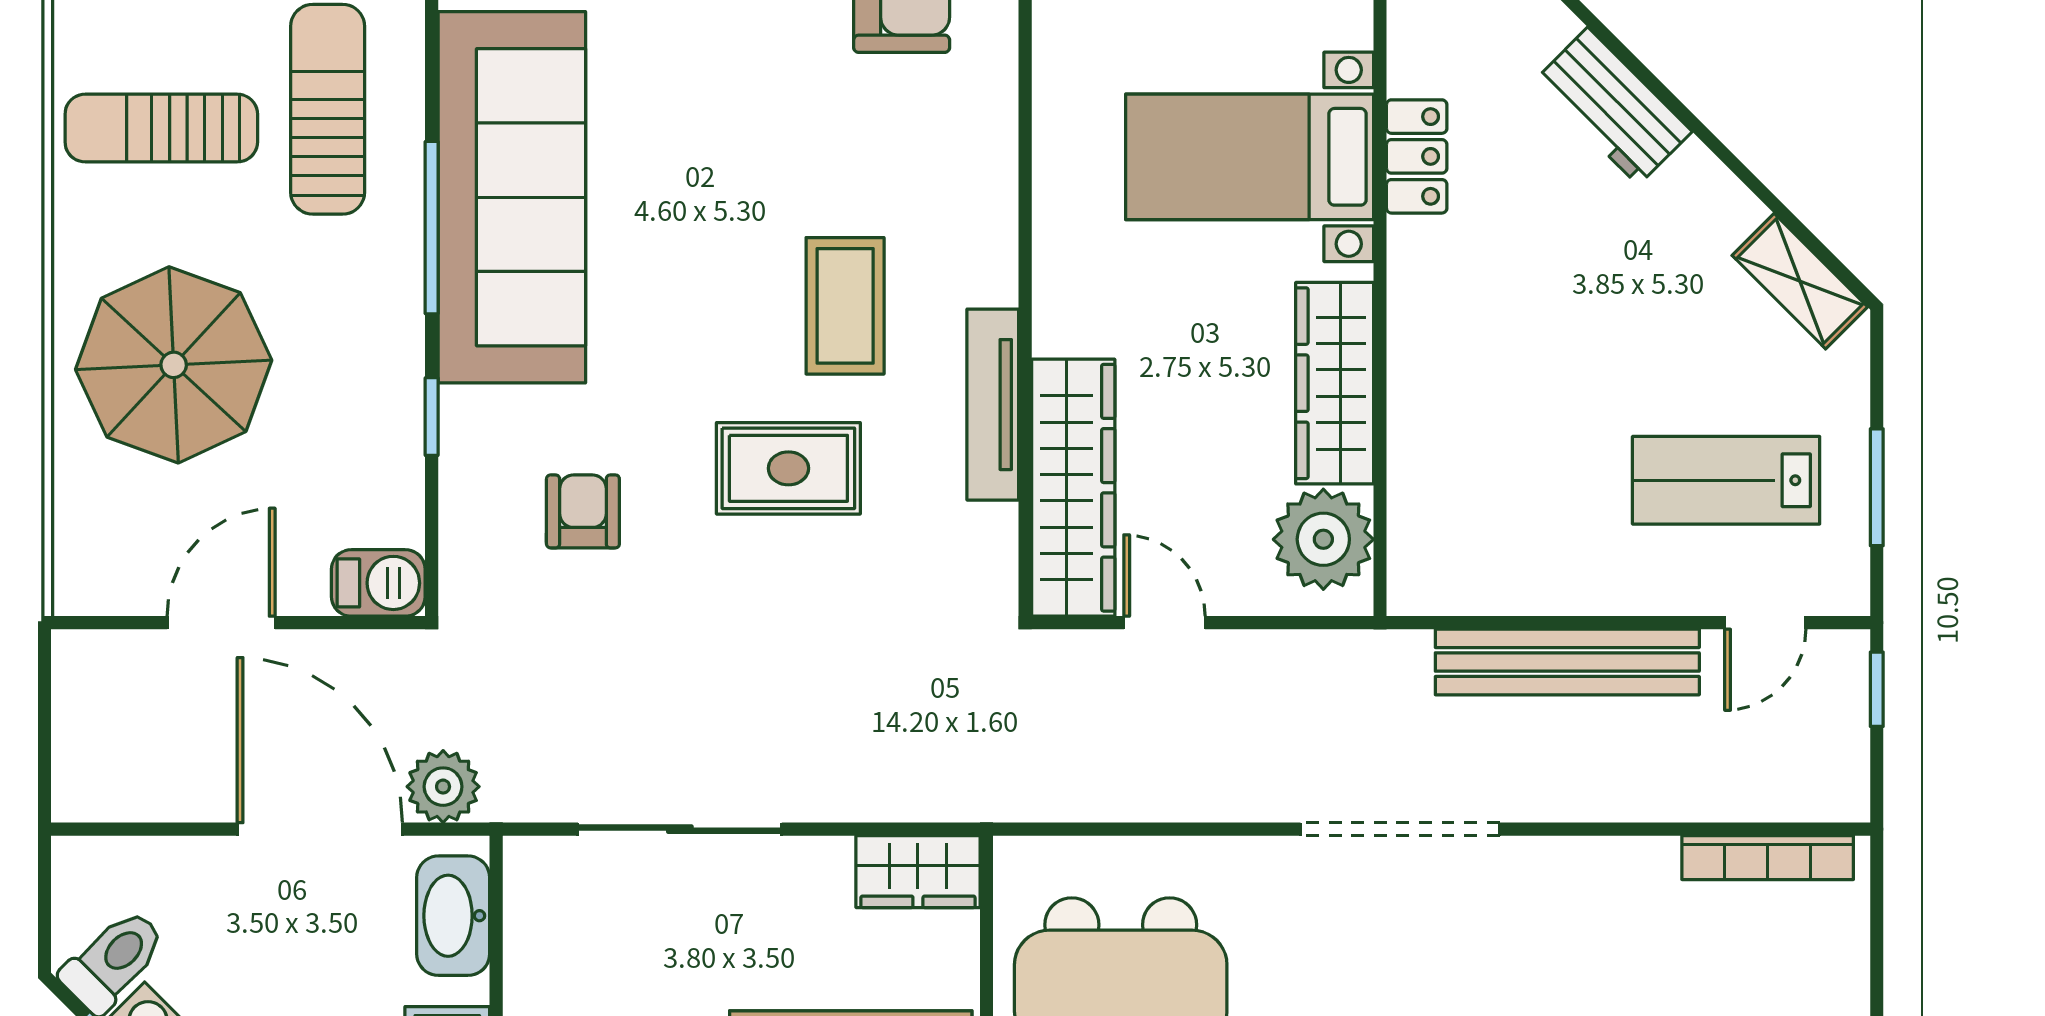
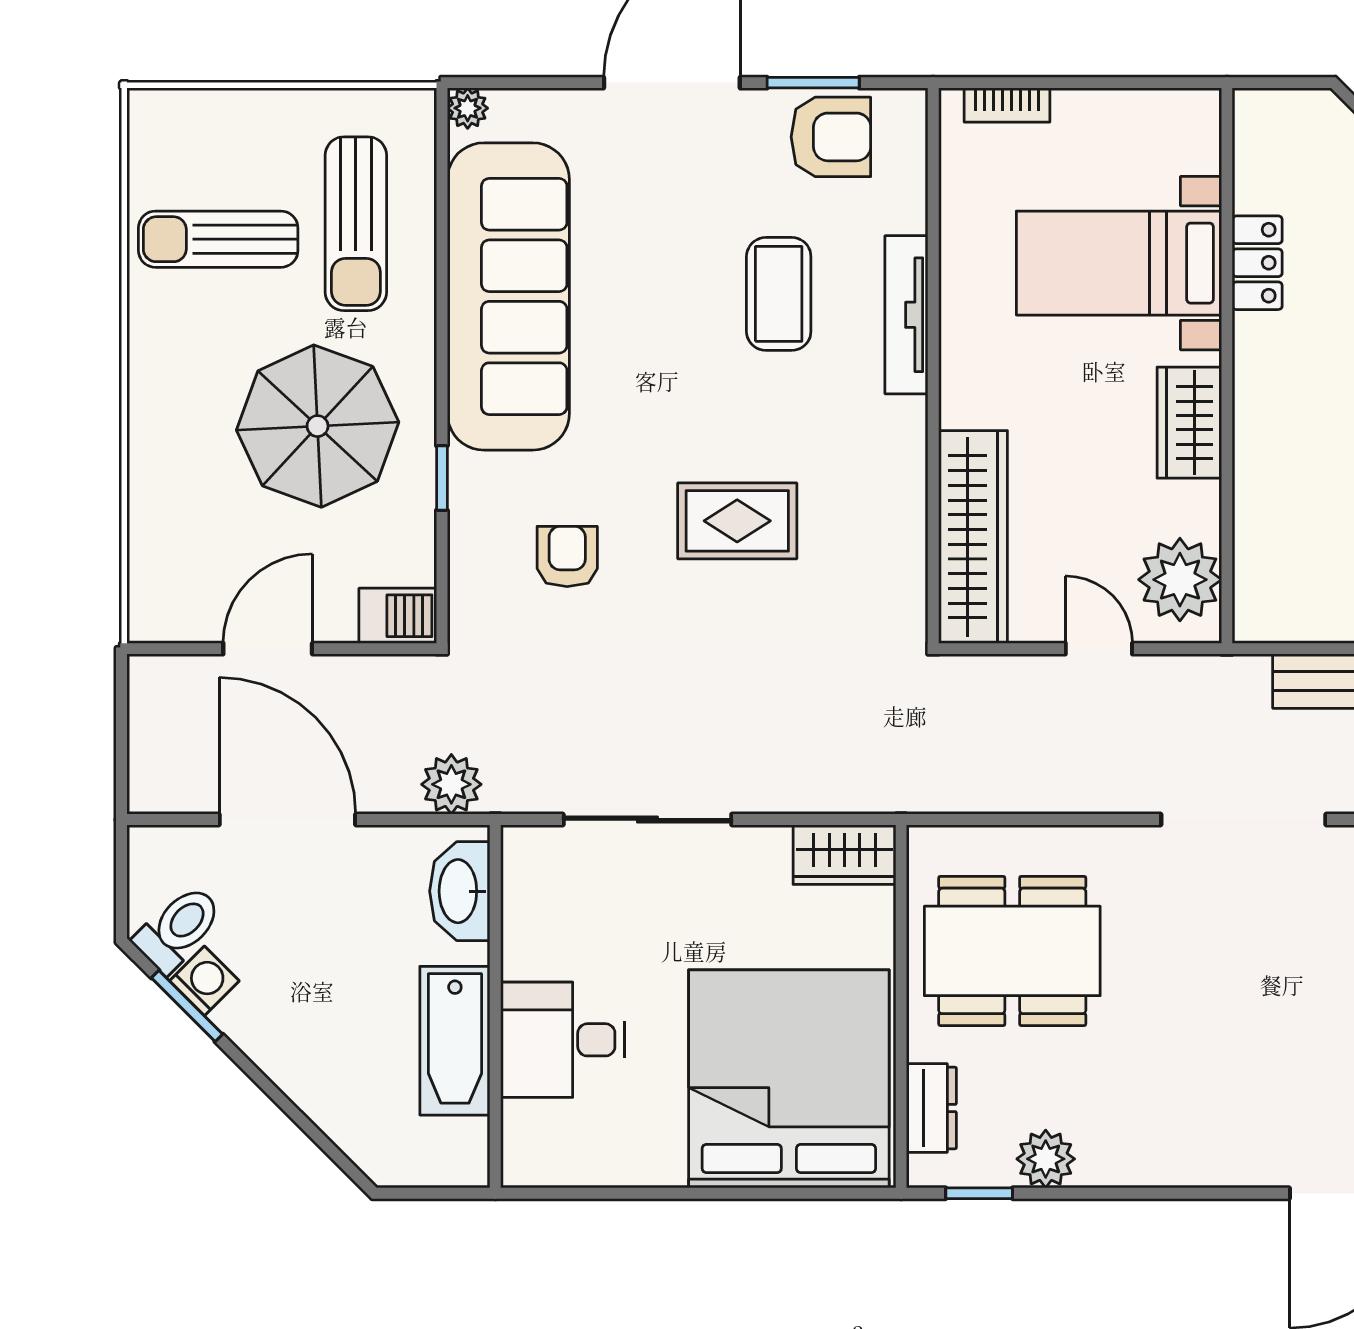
sun lounger: (328, 109) -> (356, 224), turned 180
window: (432, 228) -> (442, 322), removed
coffee table: (845, 306) -> (779, 294), moved
parasol: (174, 365) -> (318, 426), moved
wardrobe: (1335, 383) -> (1189, 423), width x0.67
tv unit: (993, 405) -> (906, 315), moved
door: (1164, 623) -> (1099, 649), moved
door: (320, 829) -> (287, 819), moved

